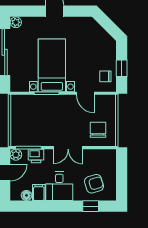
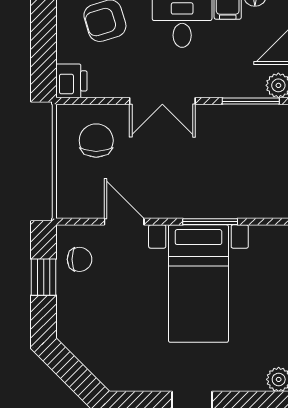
chair: (98, 130) -> (96, 141), turned 180
double door: (68, 148) -> (162, 101), swing flipped
printer: (36, 156) -> (71, 81), moved, turned 90

